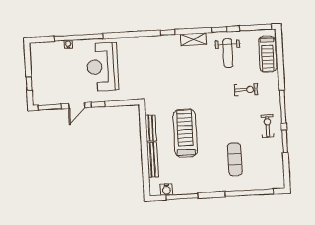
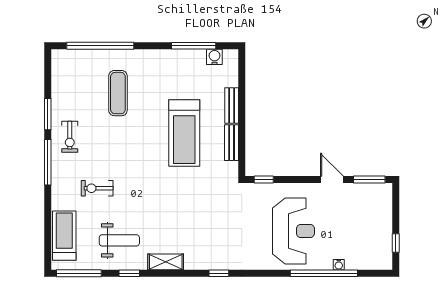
window: (168, 32) -> (219, 273), moved
weight bench: (228, 53) -> (119, 240), turned 90
window: (29, 83) -> (396, 243), moved
window: (98, 104) -> (264, 180), moved
door: (77, 105) -> (332, 180), hinge flipped
bench: (152, 160) -> (232, 105), width x0.73

